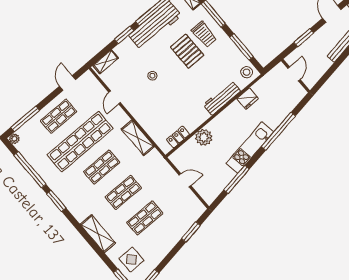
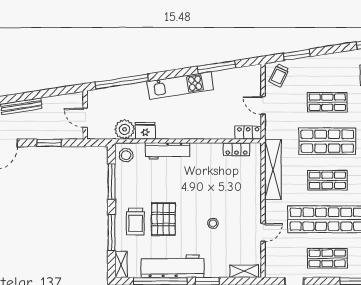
trolley: (204, 34) -> (136, 221), turned 180
door: (294, 74) -> (85, 118), hinge flipped
window: (278, 131) -> (122, 82), moved
plant: (204, 137) -> (125, 129), moved
shelving: (138, 138) -> (273, 170), width x1.47
locker: (180, 154) -> (248, 133), added
shop shelf: (123, 192) -> (327, 141), width x1.43, depth x1.36
trolley: (191, 209) -> (279, 75), added

